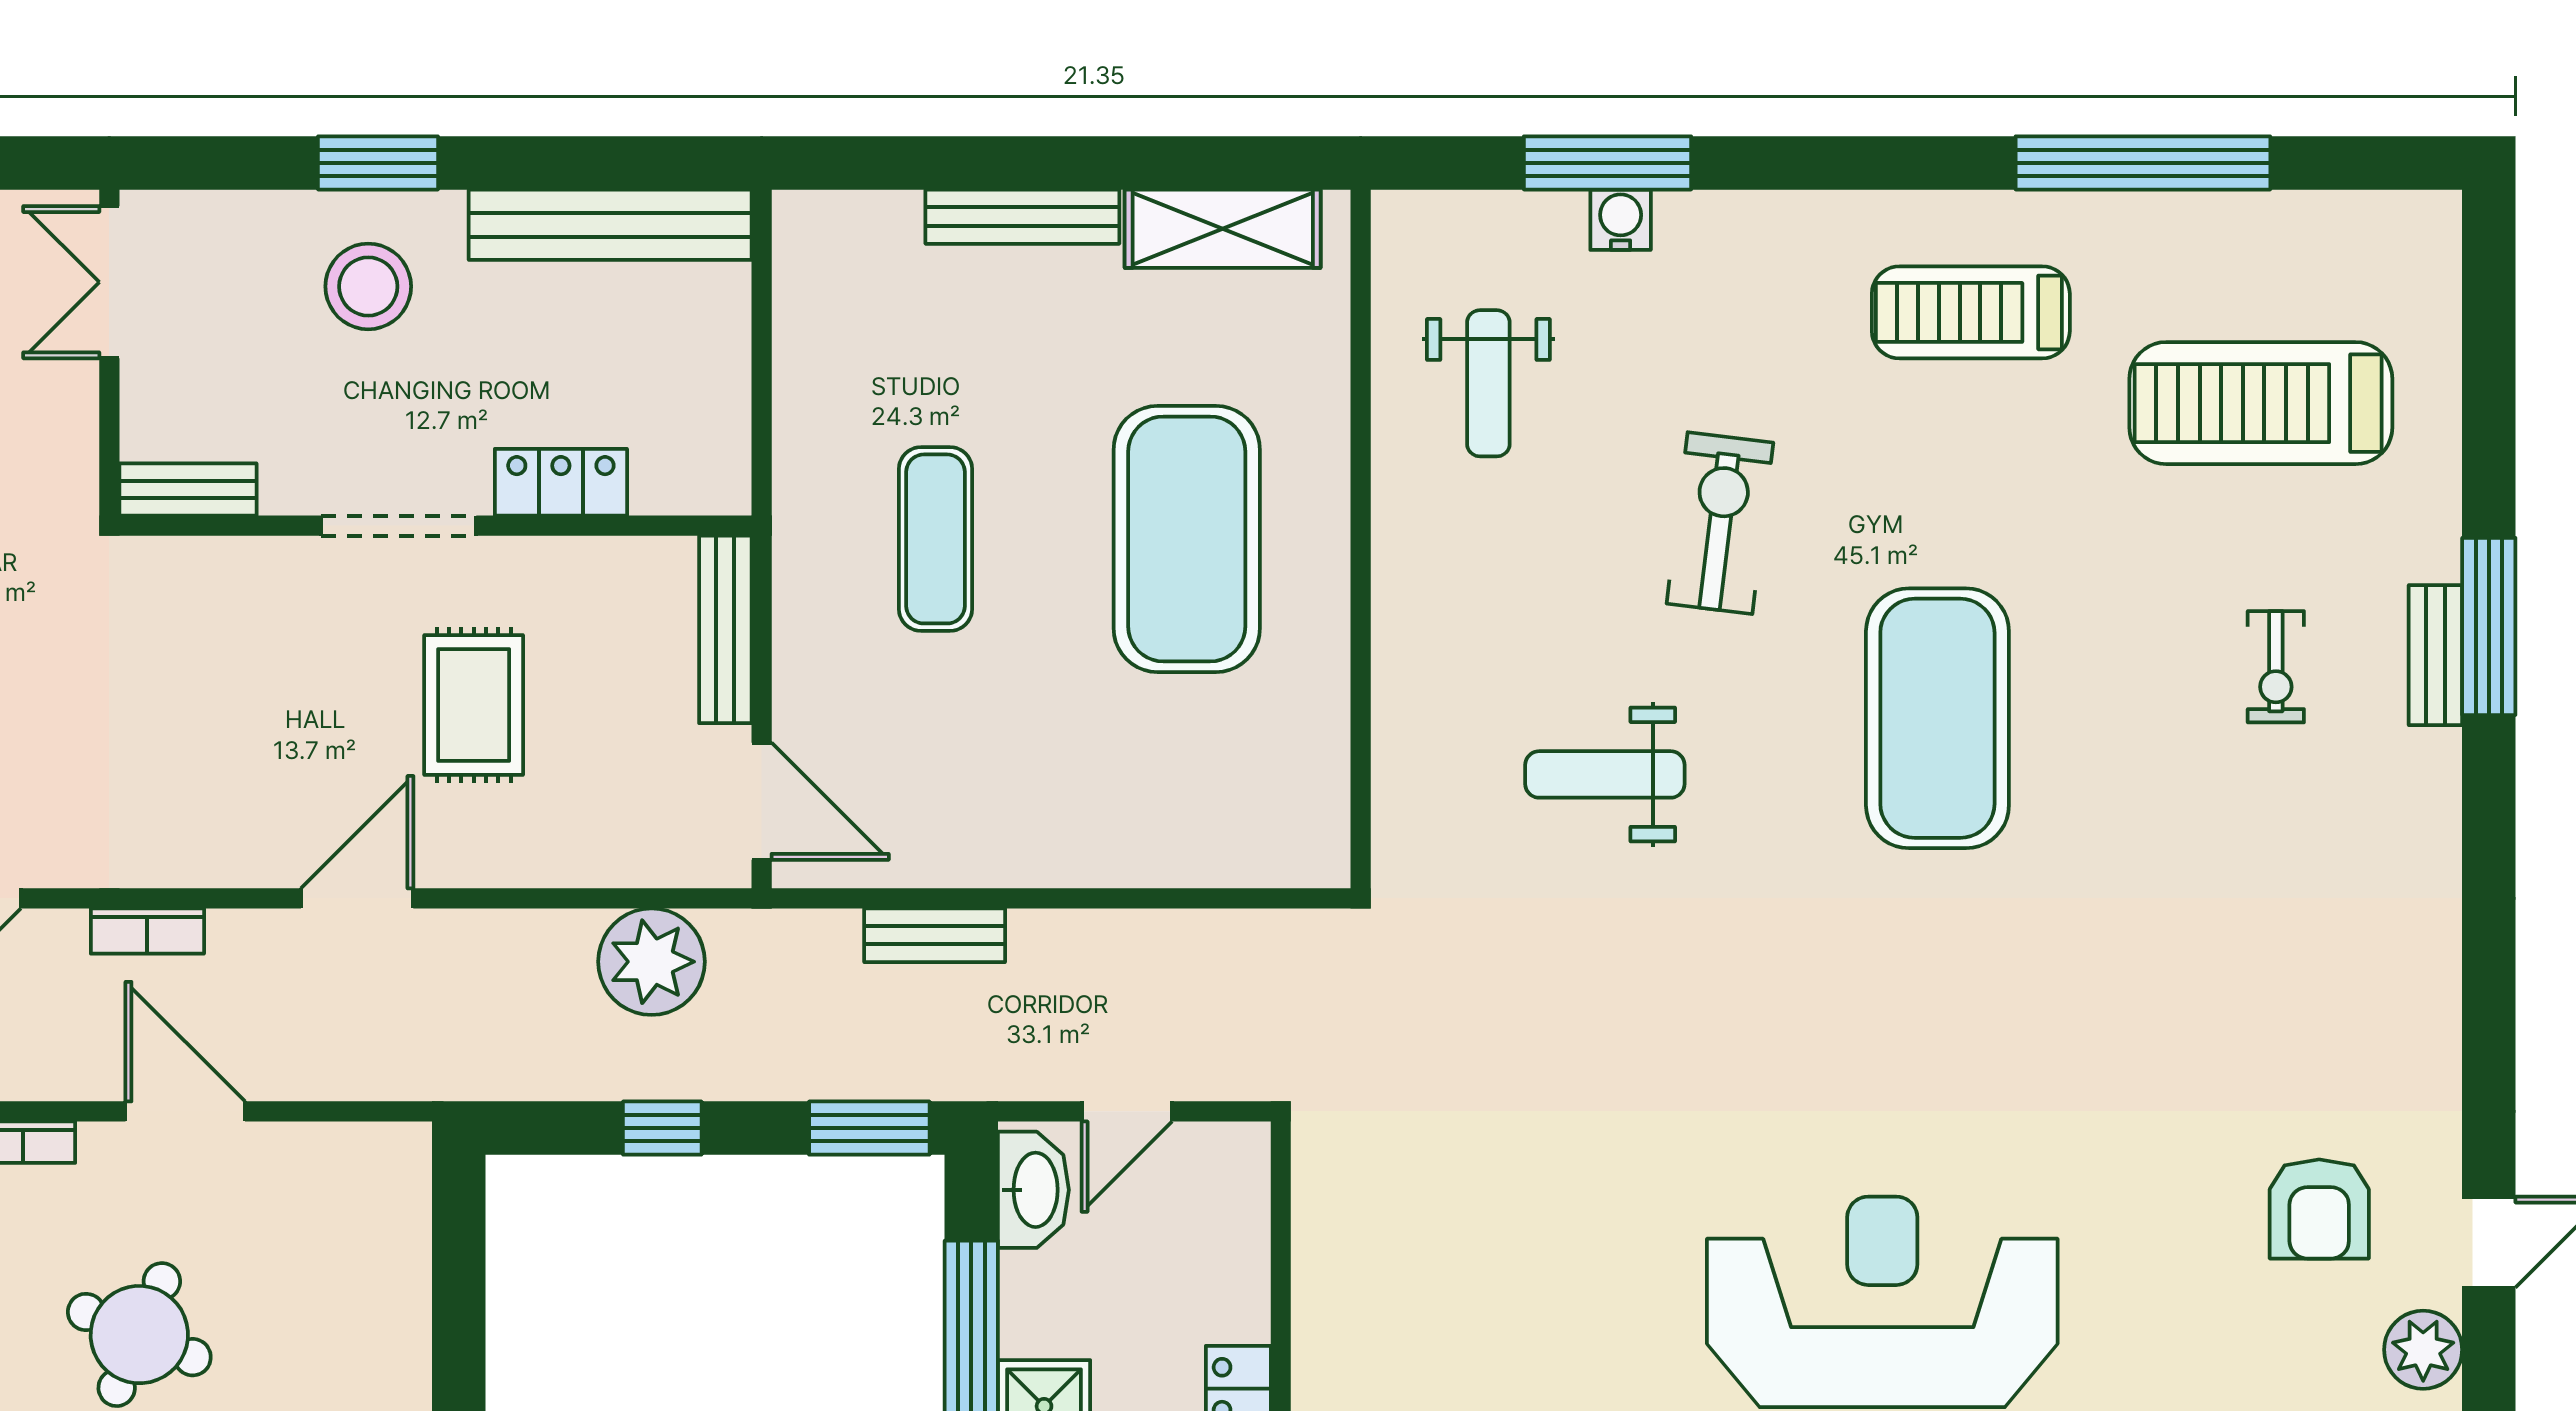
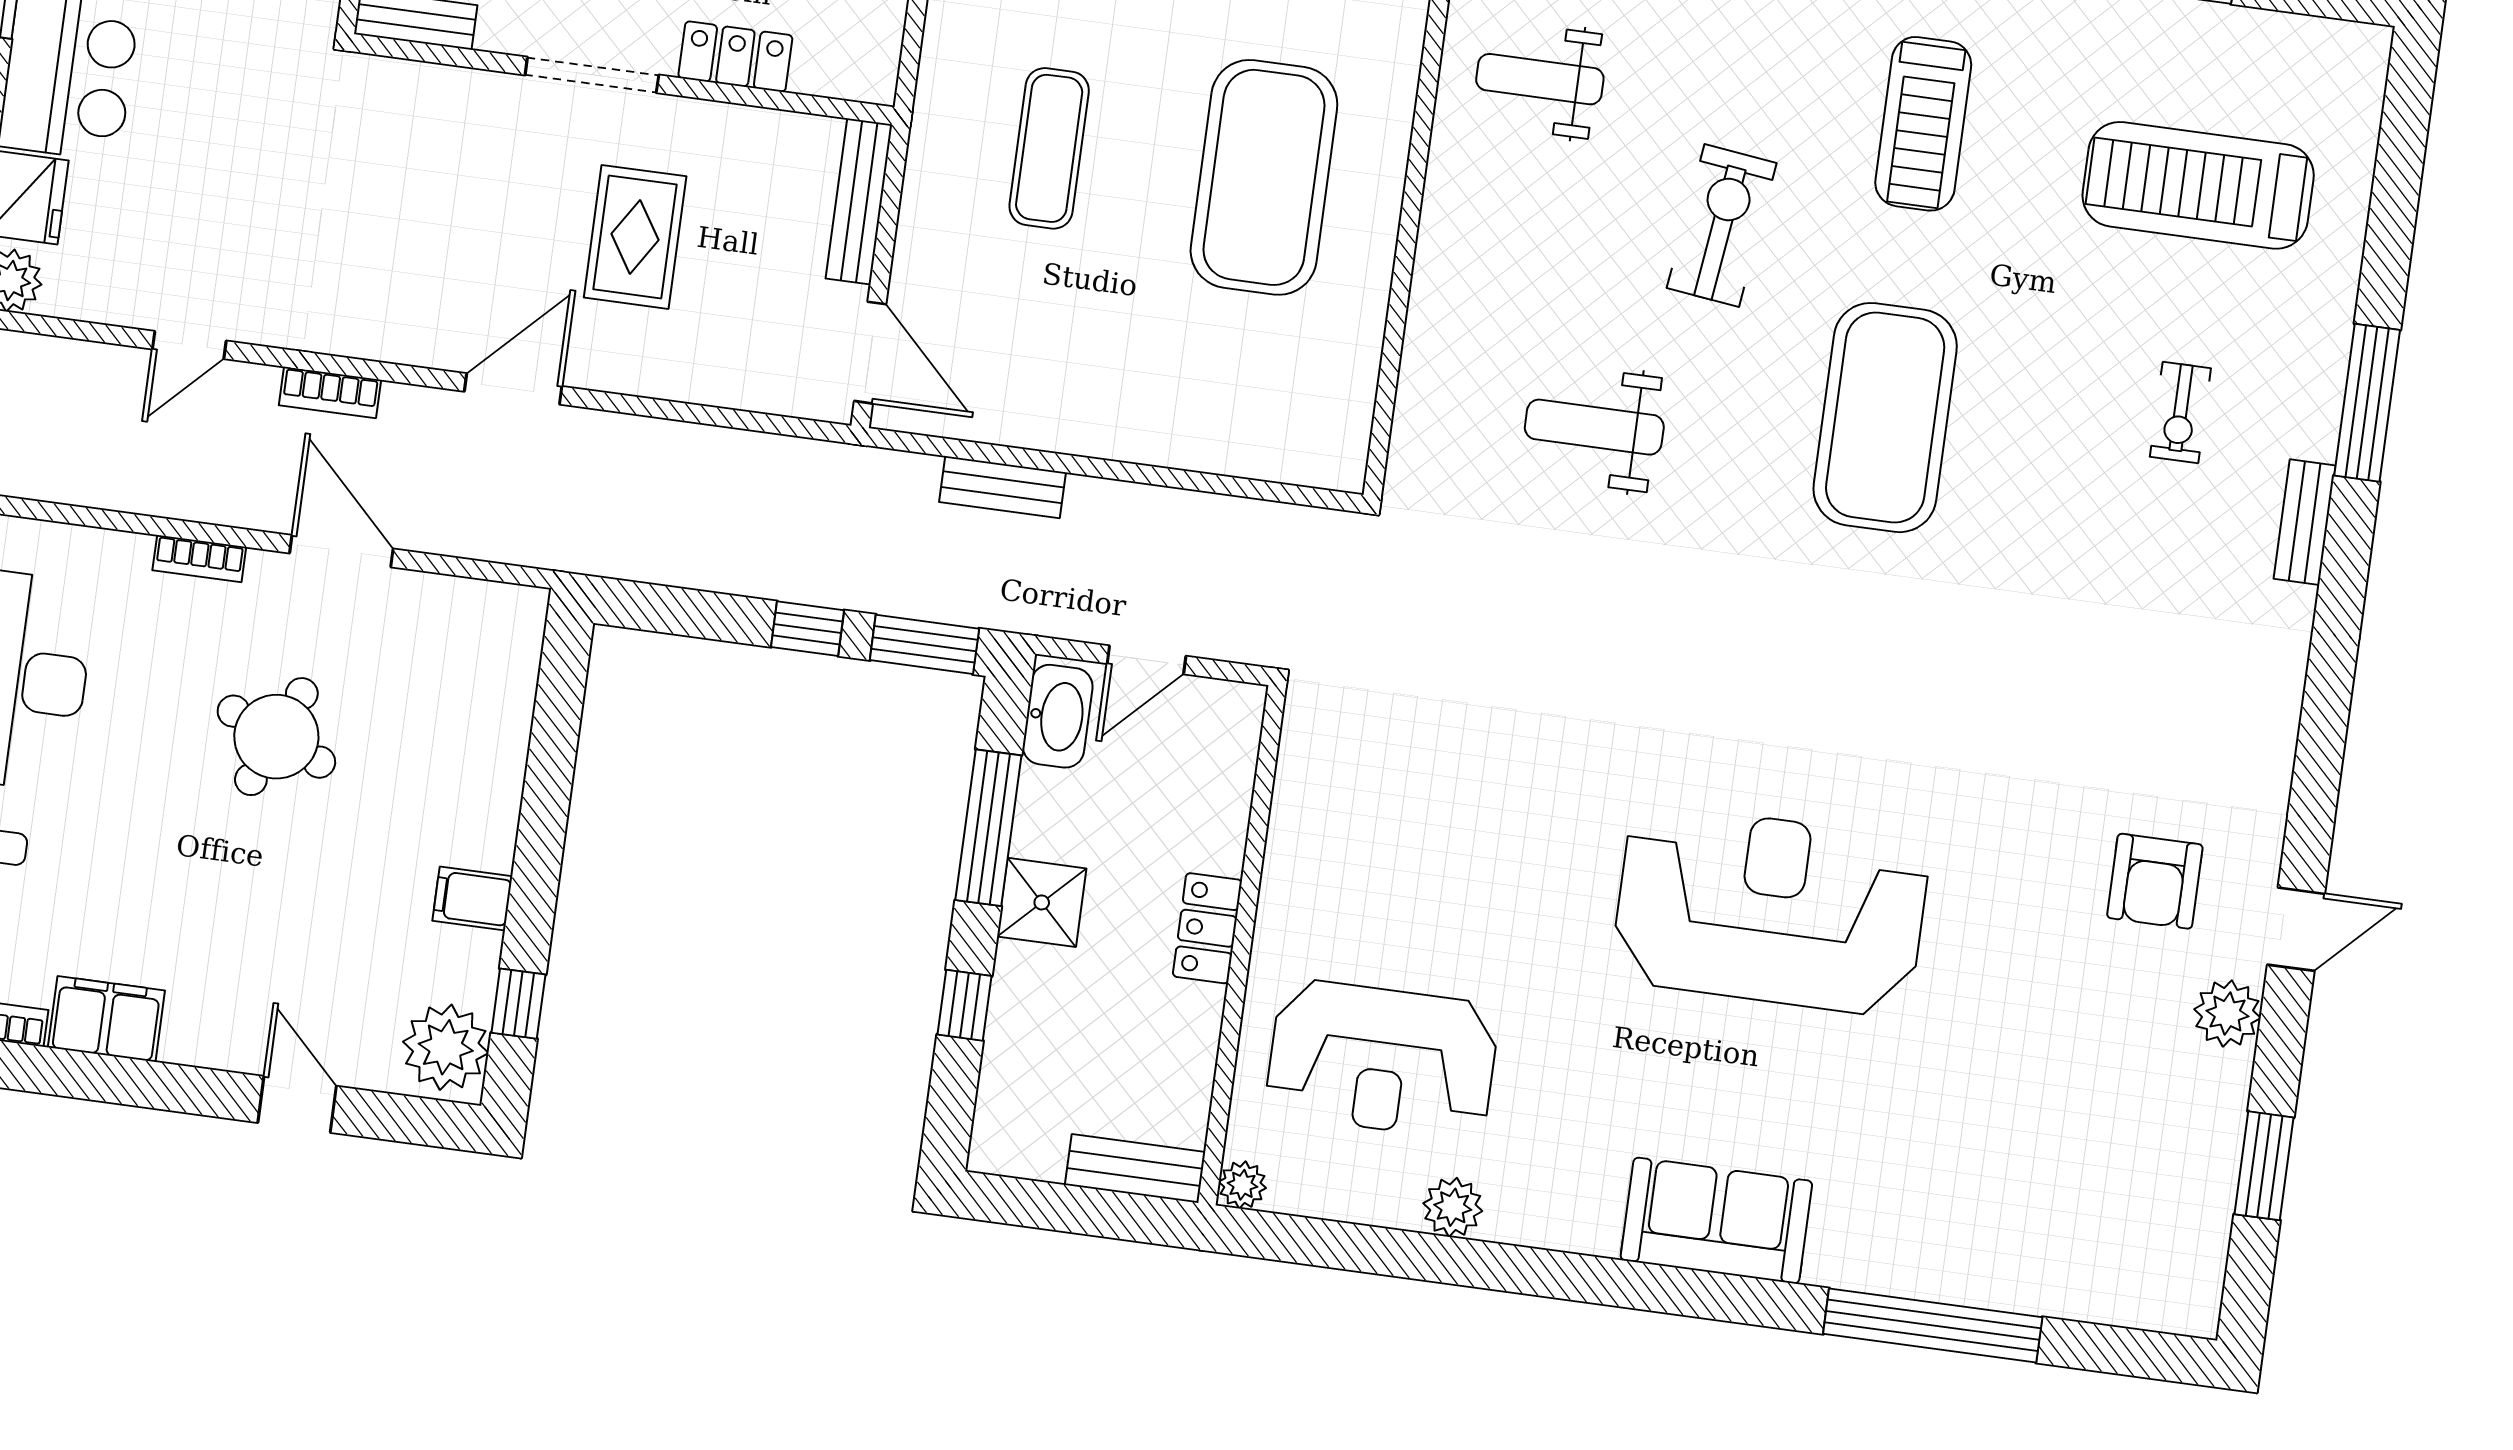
treadmill: (1971, 312) -> (1923, 124), moved, turned -90
weight bench: (1488, 383) -> (1540, 79), turned 90
bench: (2435, 655) -> (2305, 522), moved
plant: (652, 962) -> (757, 477), removed
window: (662, 1128) -> (807, 629), moved

